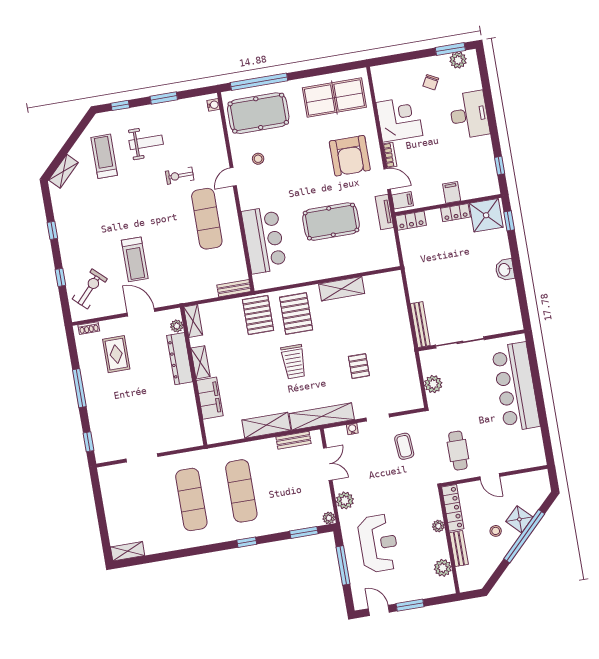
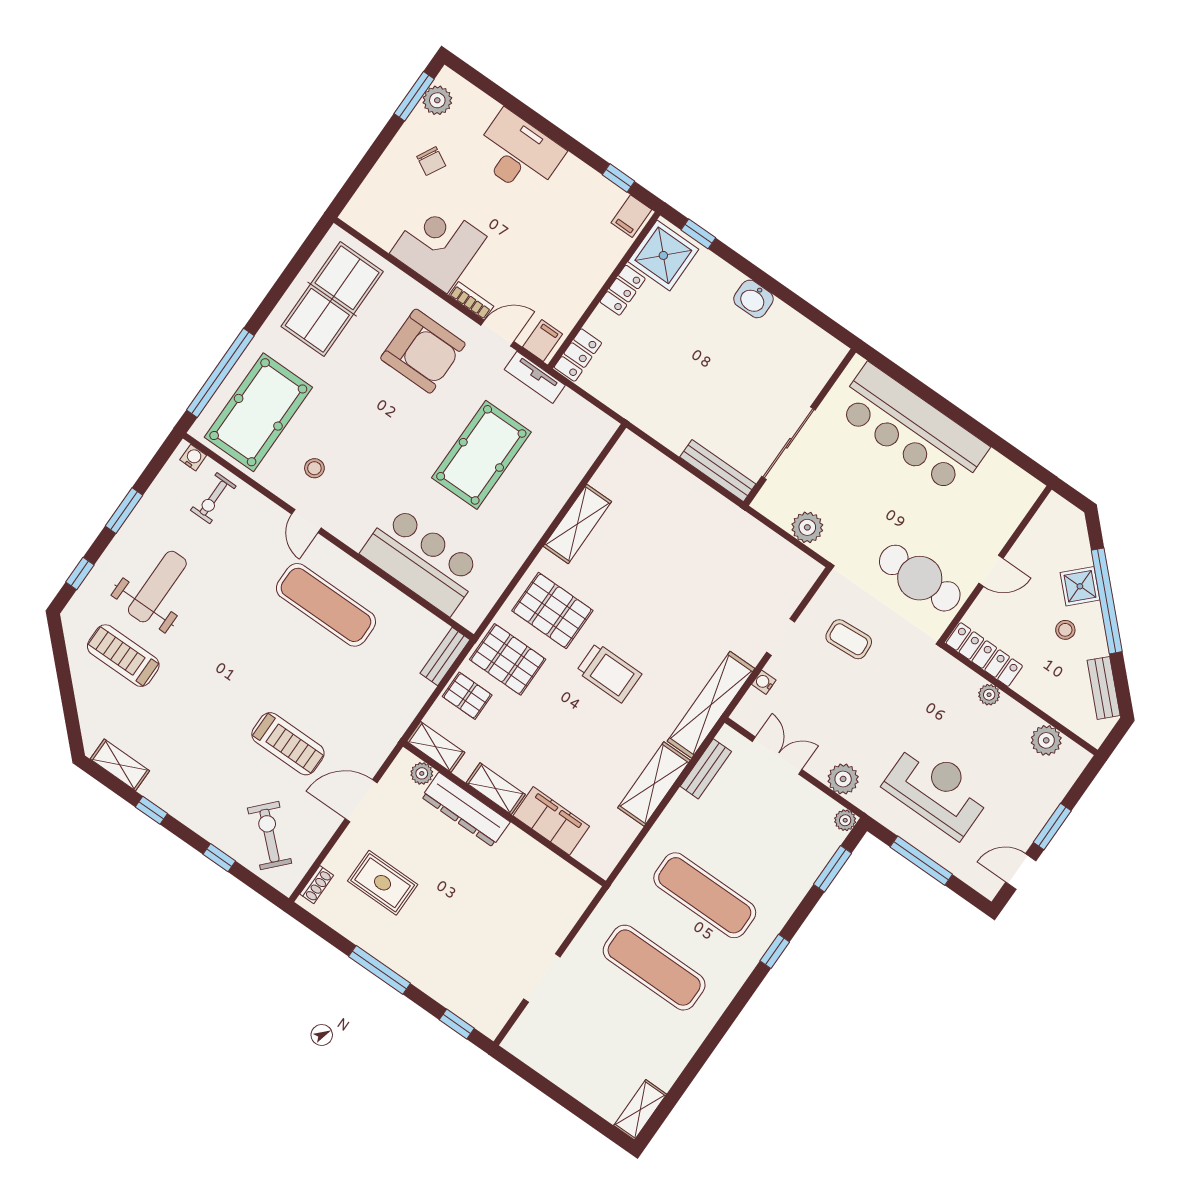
weight bench: (146, 142) -> (157, 587), width x1.36, depth x1.33
shelving: (63, 171) -> (120, 765), moved, turned -45
exercise bike: (180, 176) -> (213, 498), moved
filing cabinet: (452, 192) -> (631, 216), moved, turned -90
pallet: (359, 366) -> (467, 696), moved
cafe table: (458, 451) -> (920, 578), width x1.37, depth x1.35
bench: (459, 549) -> (1104, 688), moved, turned 45

